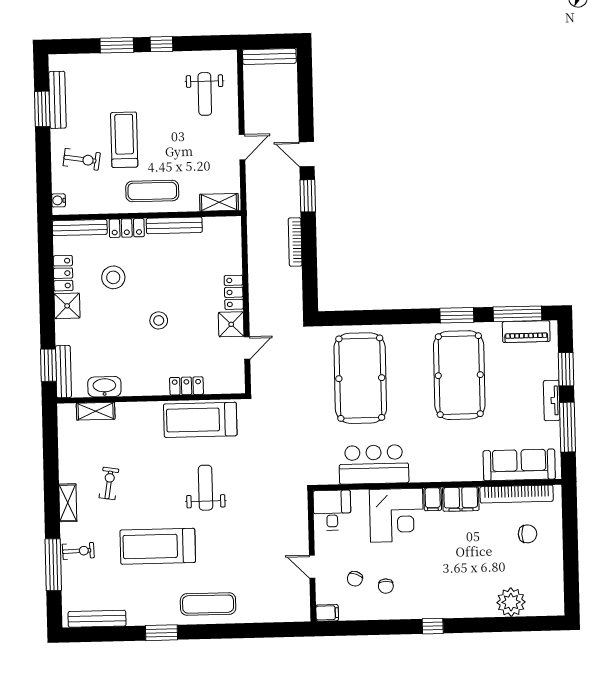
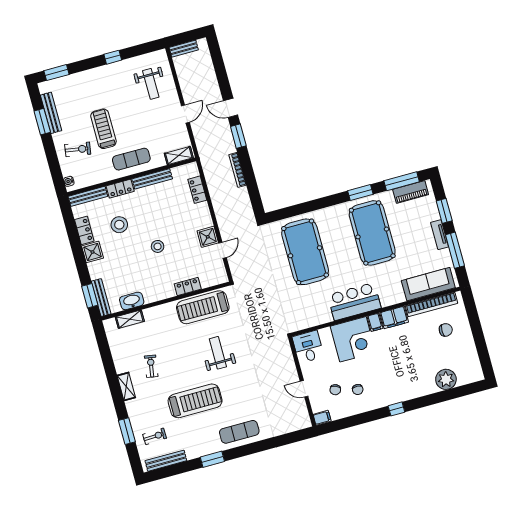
window: (117, 45) -> (56, 73), moved
bench: (269, 56) -> (184, 49), width x0.73
locker: (234, 292) -> (197, 190), moved
bar counter: (374, 464) -> (354, 301), moved
treadmill: (158, 546) -> (195, 401), turned 180
exercise bike: (78, 551) -> (155, 436), moved
window: (53, 565) -> (127, 431), width x0.69

